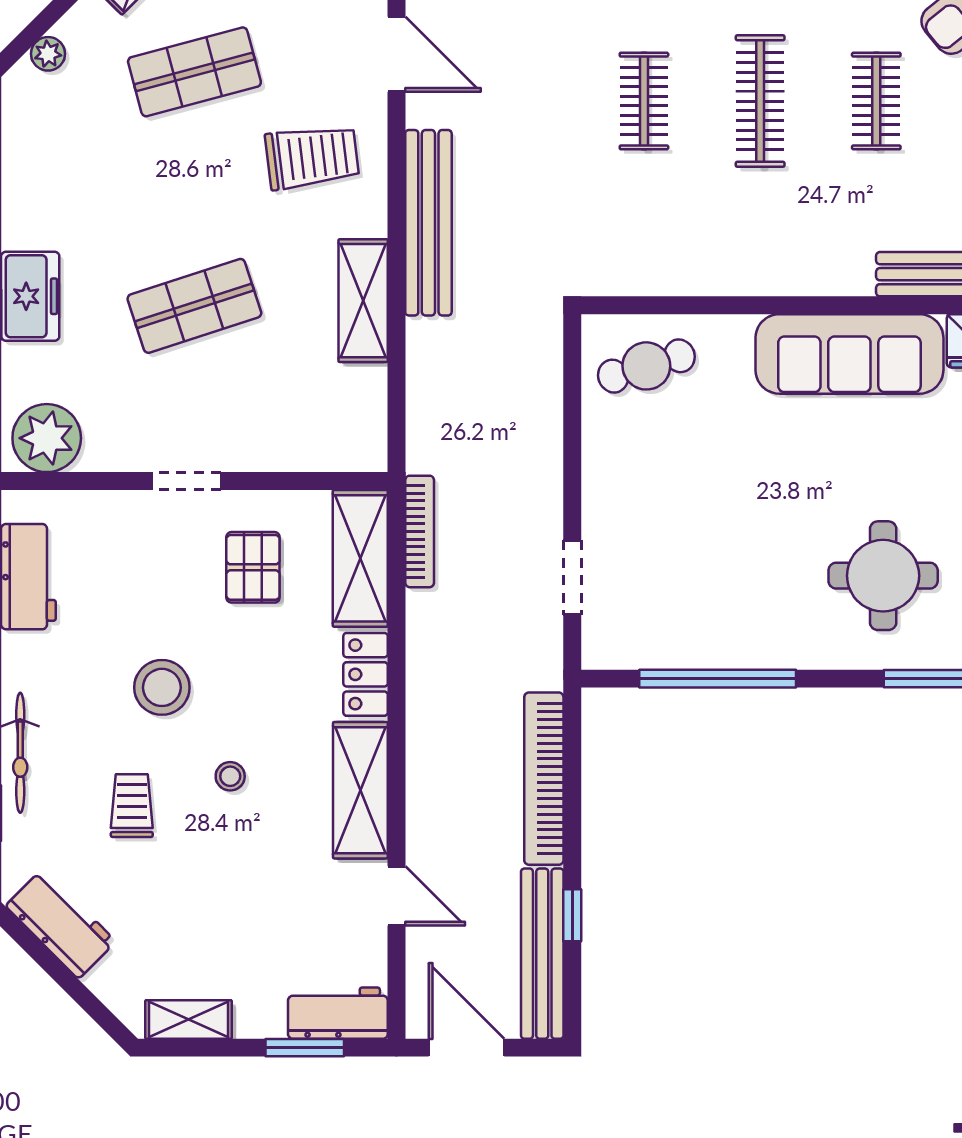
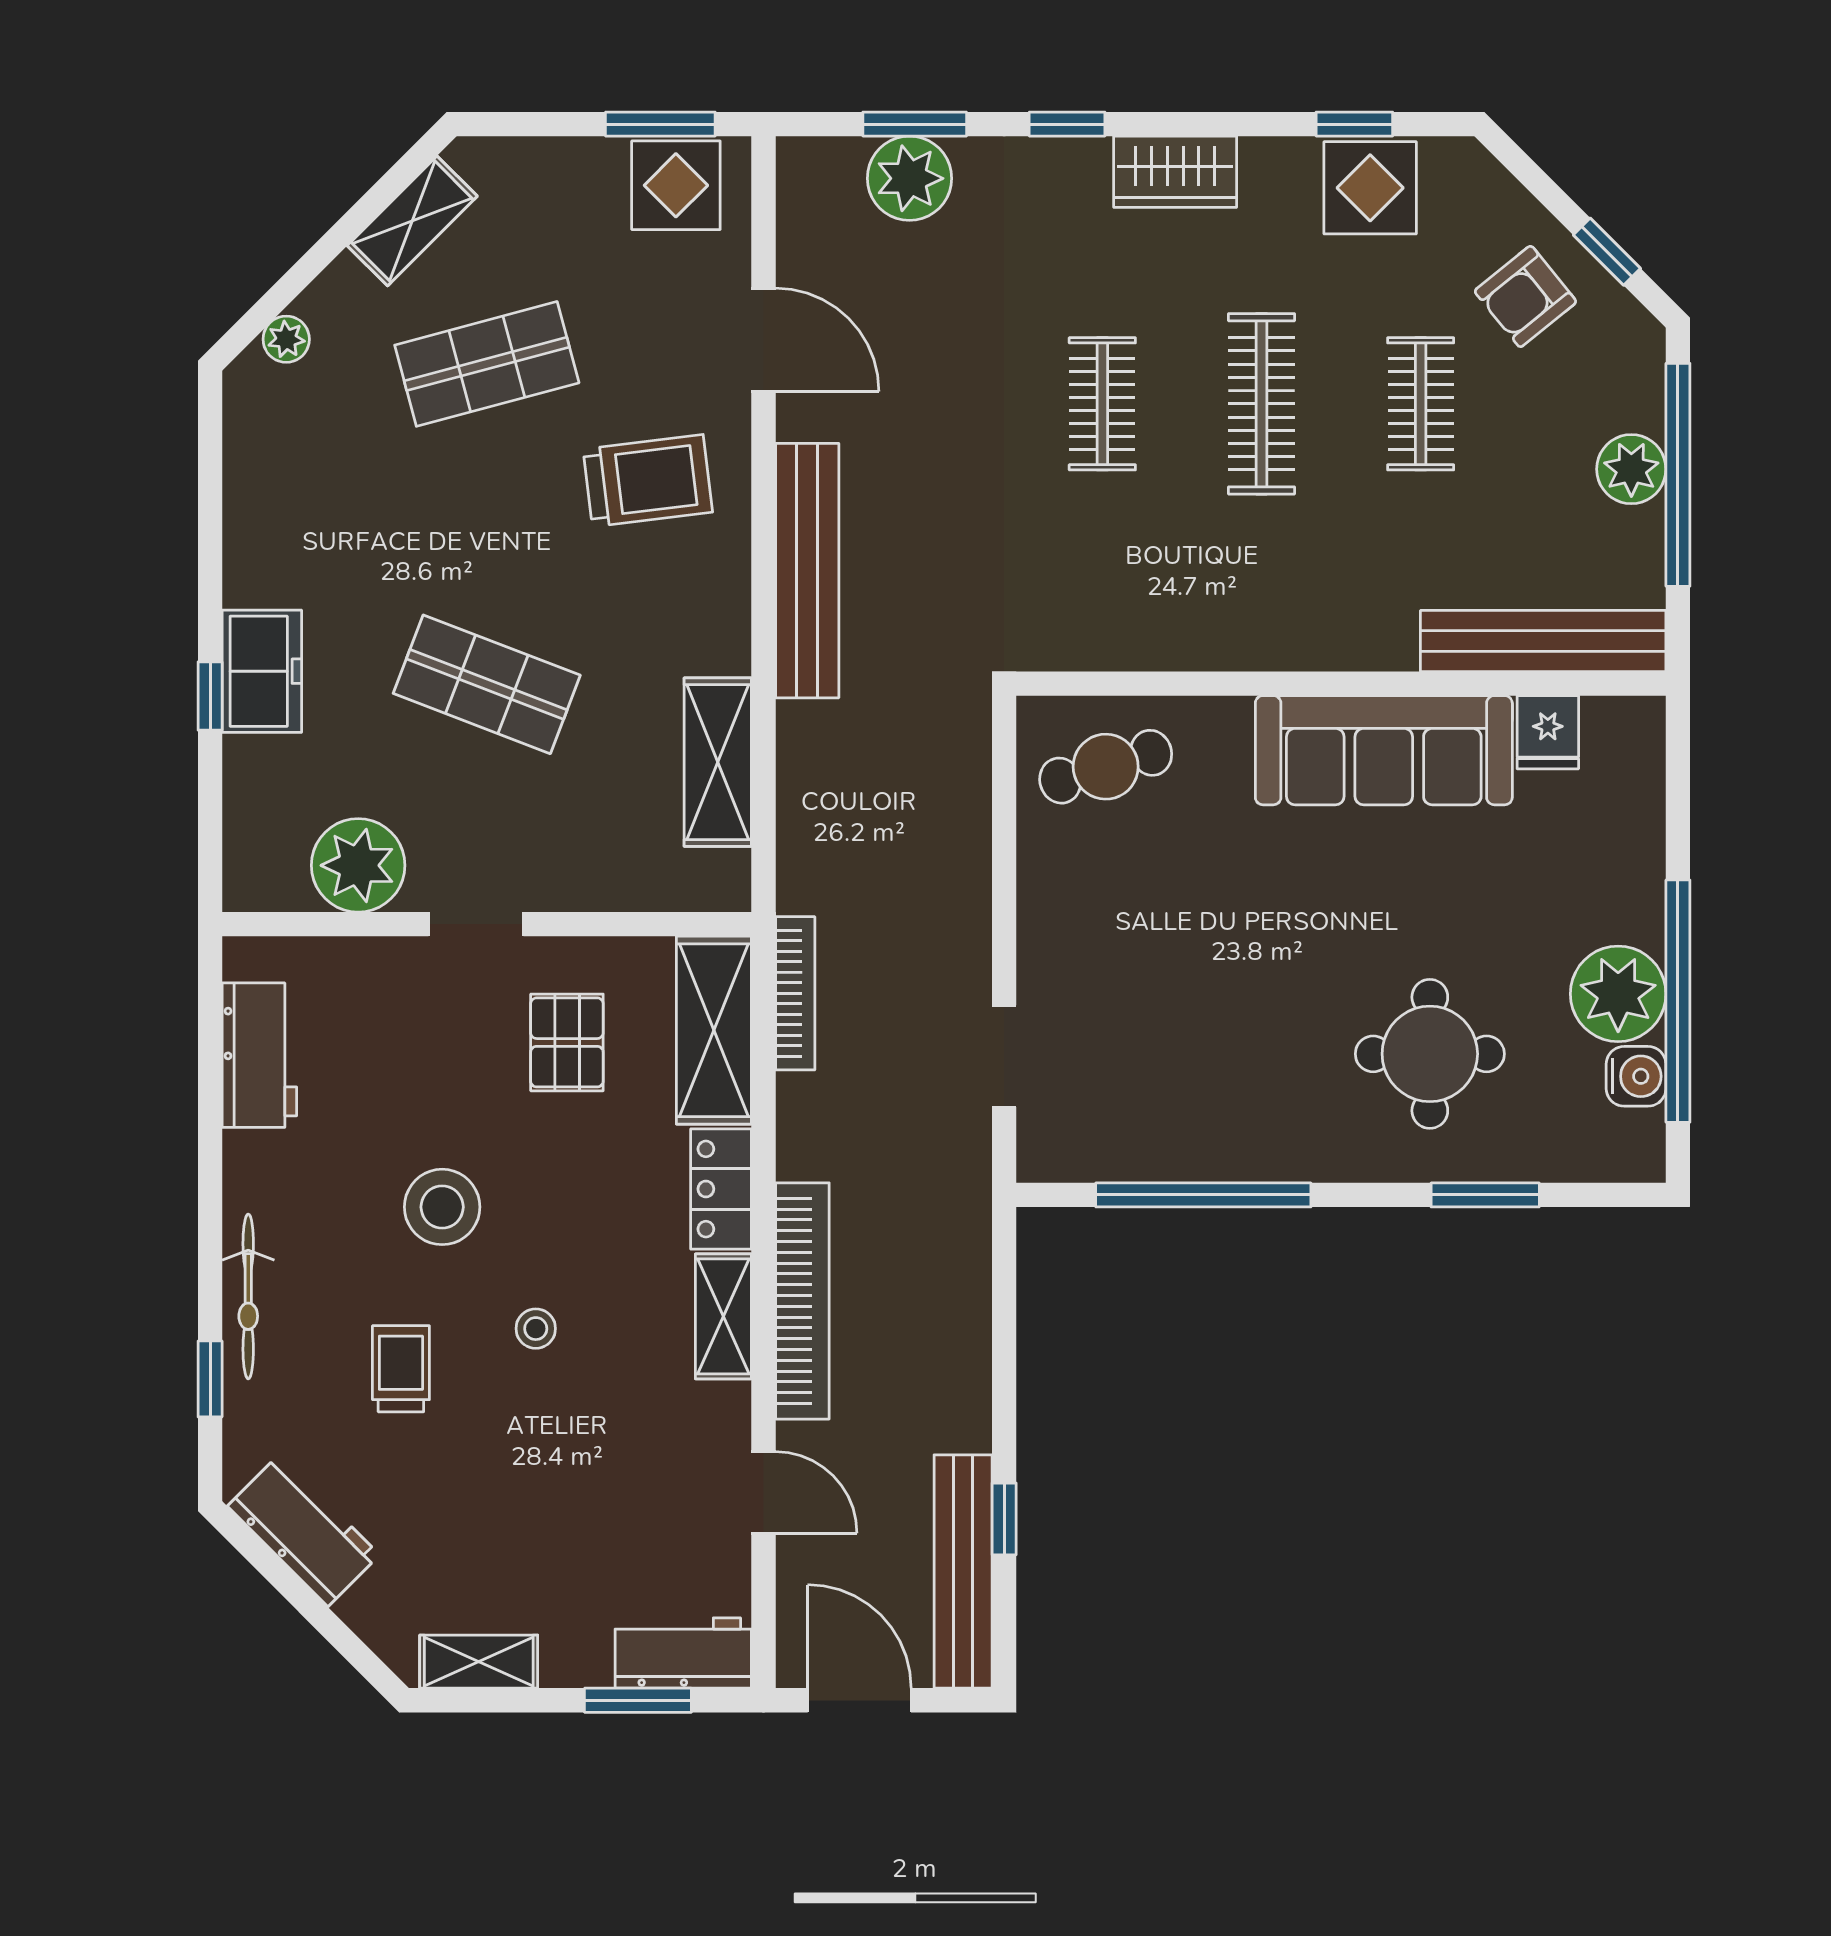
shelving: (363, 301) -> (718, 762), moved
shop shelf: (194, 306) -> (487, 684), turned 39
plant: (47, 438) -> (358, 865), moved
bookcase: (544, 779) -> (802, 1301), moved, turned 180
shelving: (360, 790) -> (723, 1316), width x0.67, depth x0.75

